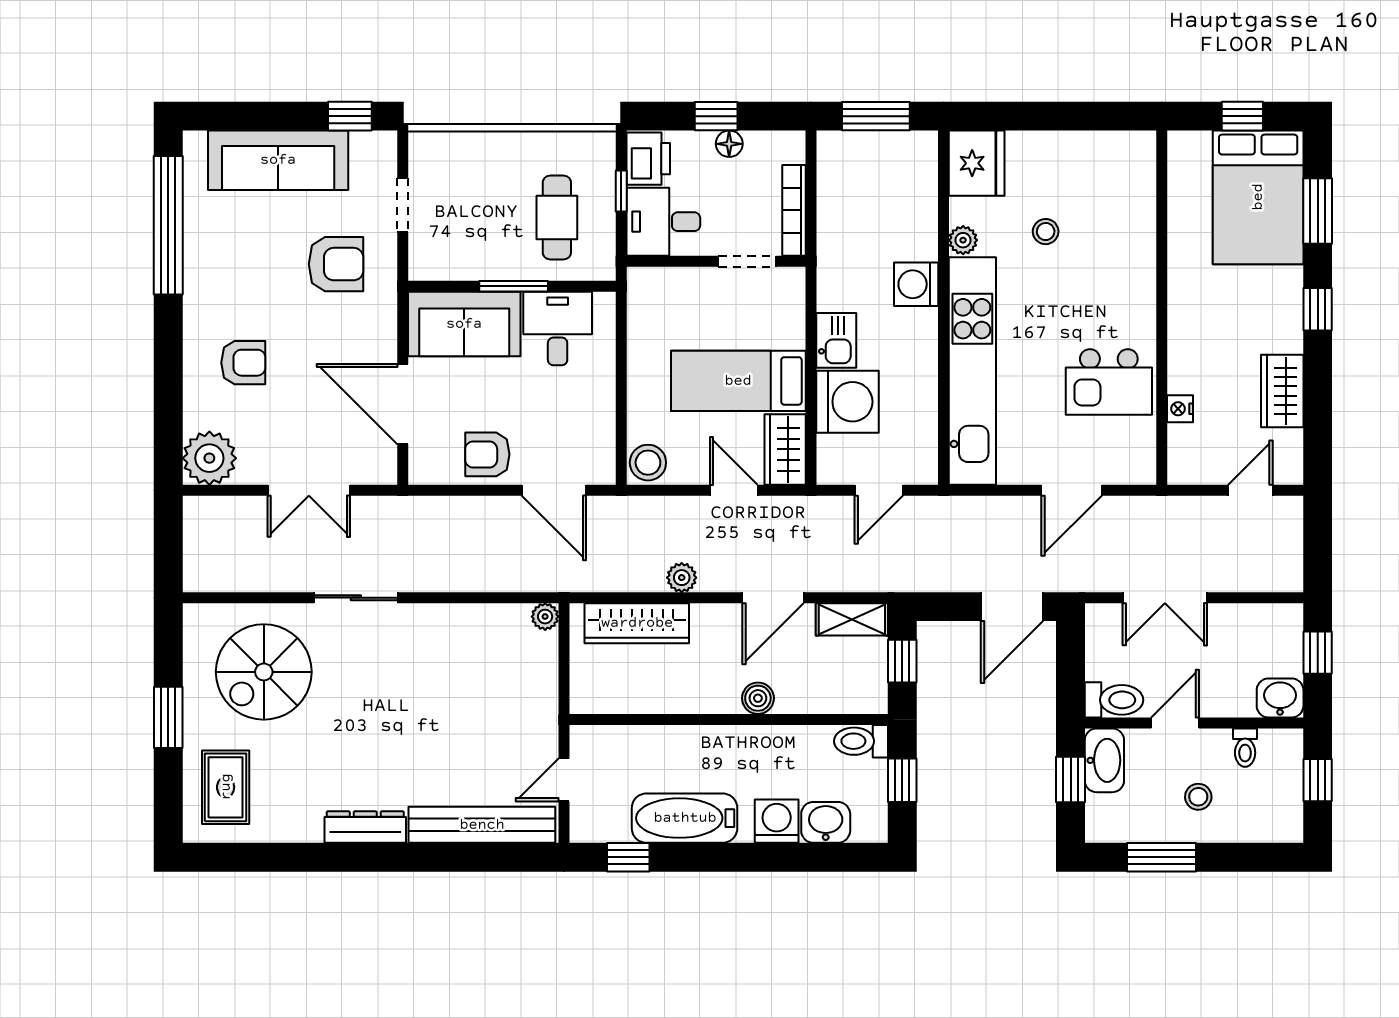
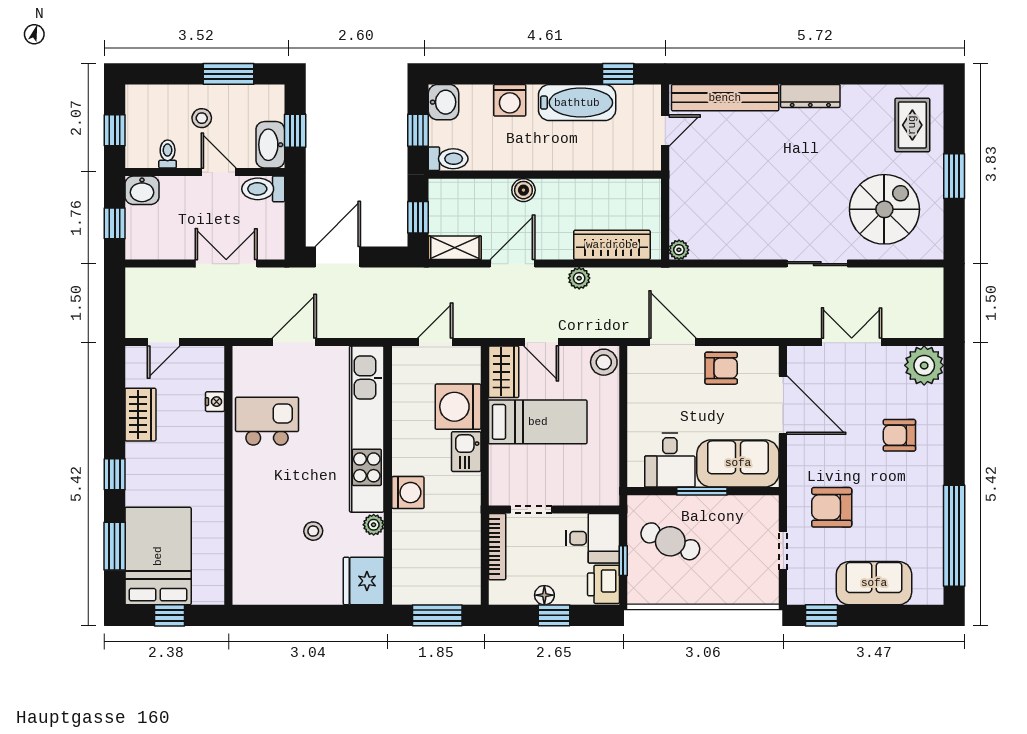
sofa: (278, 160) -> (874, 583), width x0.73
cafe table: (557, 217) -> (670, 541), turned -67
door: (1175, 723) -> (219, 172), swing flipped
washbasin: (826, 822) -> (443, 102), moved, turned -90

